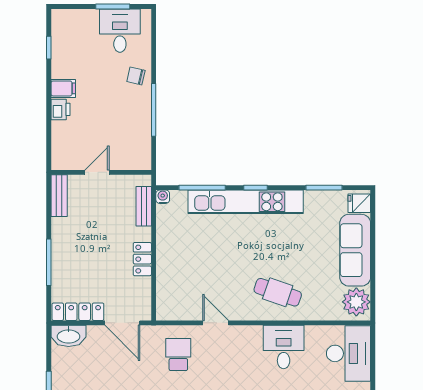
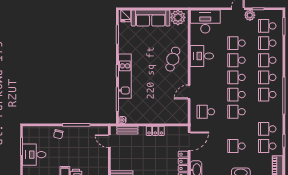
desk: (120, 31) -> (34, 155), moved
door: (97, 172) -> (109, 141), moved
kitchen unit: (246, 202) -> (125, 76), width x0.73

